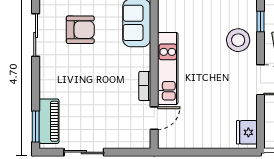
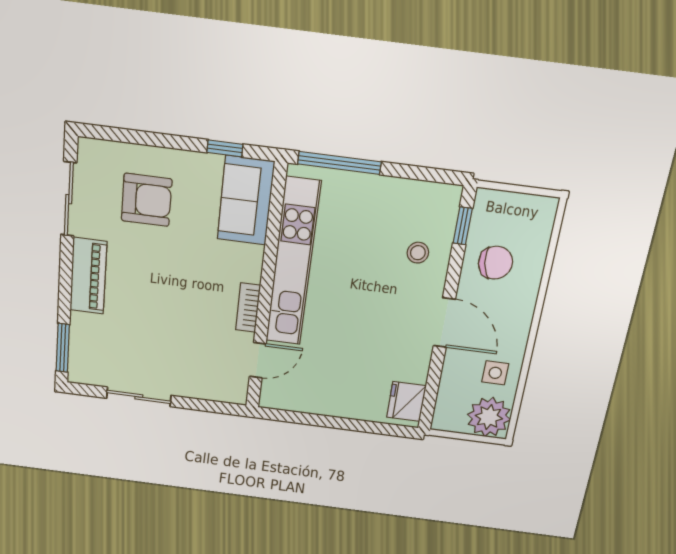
stool: (238, 40) -> (418, 253), width x0.53, depth x0.53
kitchen unit: (168, 68) -> (293, 263), width x1.36
piano: (49, 121) -> (88, 276), moved

